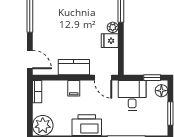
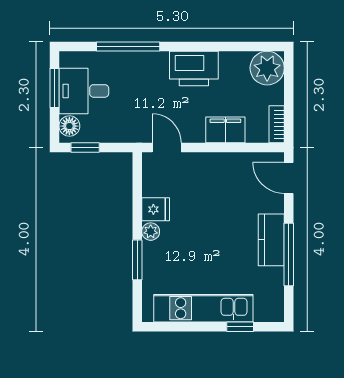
kitchen counter: (74, 67) -> (271, 240), moved, turned 90
filing cabinet: (74, 88) -> (225, 130), width x2.00
desk: (132, 95) -> (84, 91), moved, turned 90

